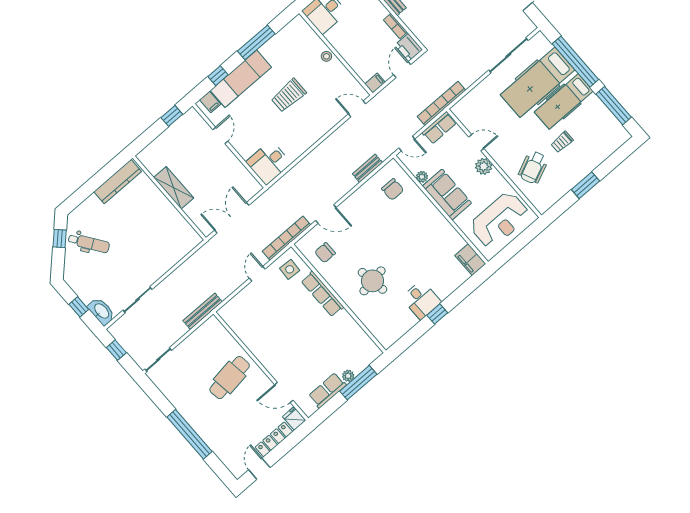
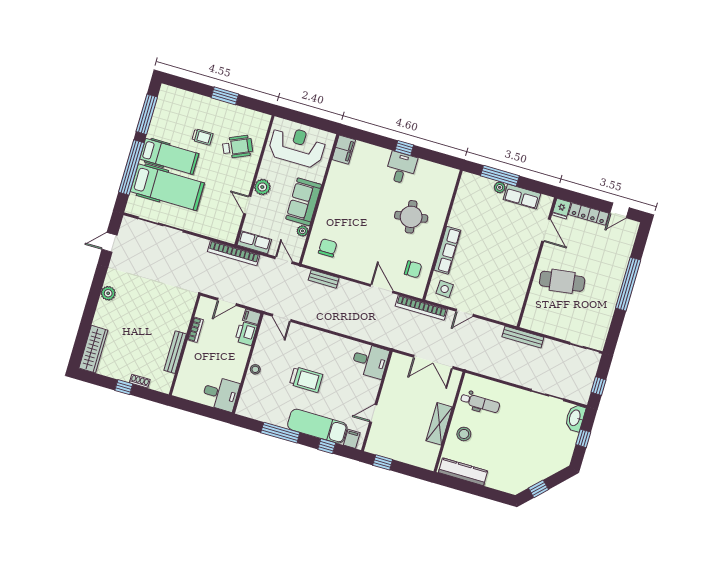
printer: (409, 47) -> (246, 333), moved, turned 180
stool: (151, 204) -> (464, 434), added
dental chair: (89, 243) -> (480, 403), moved, turned 125

